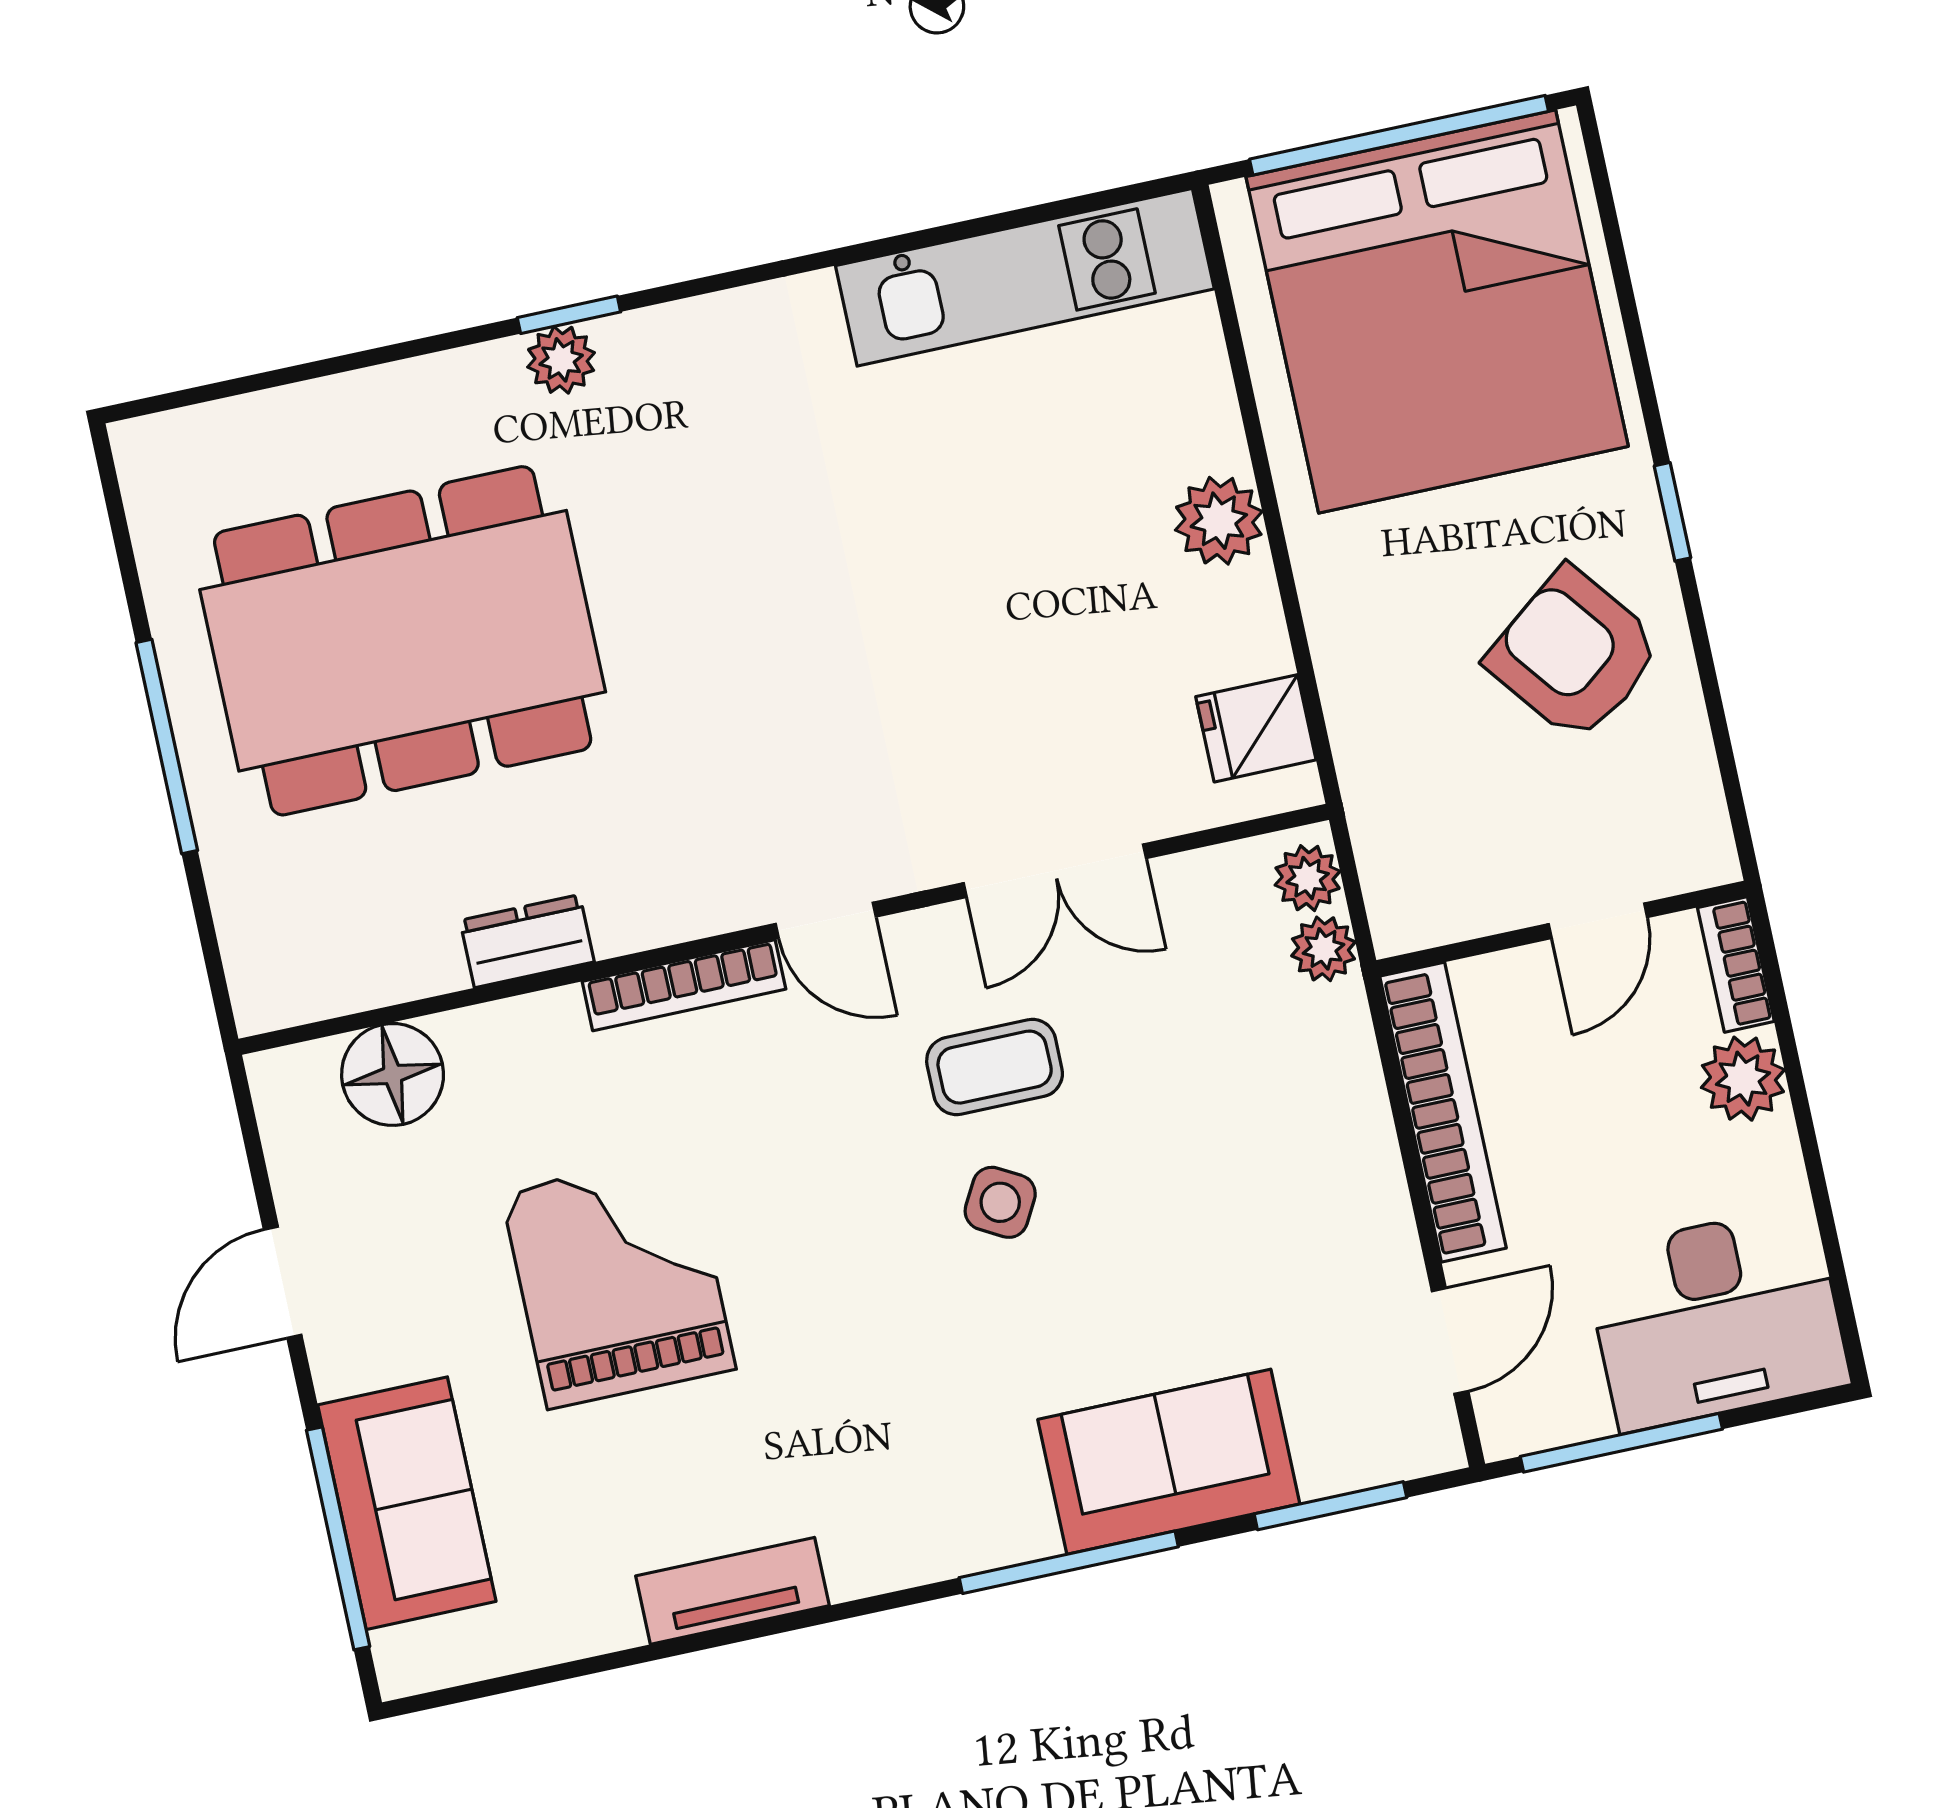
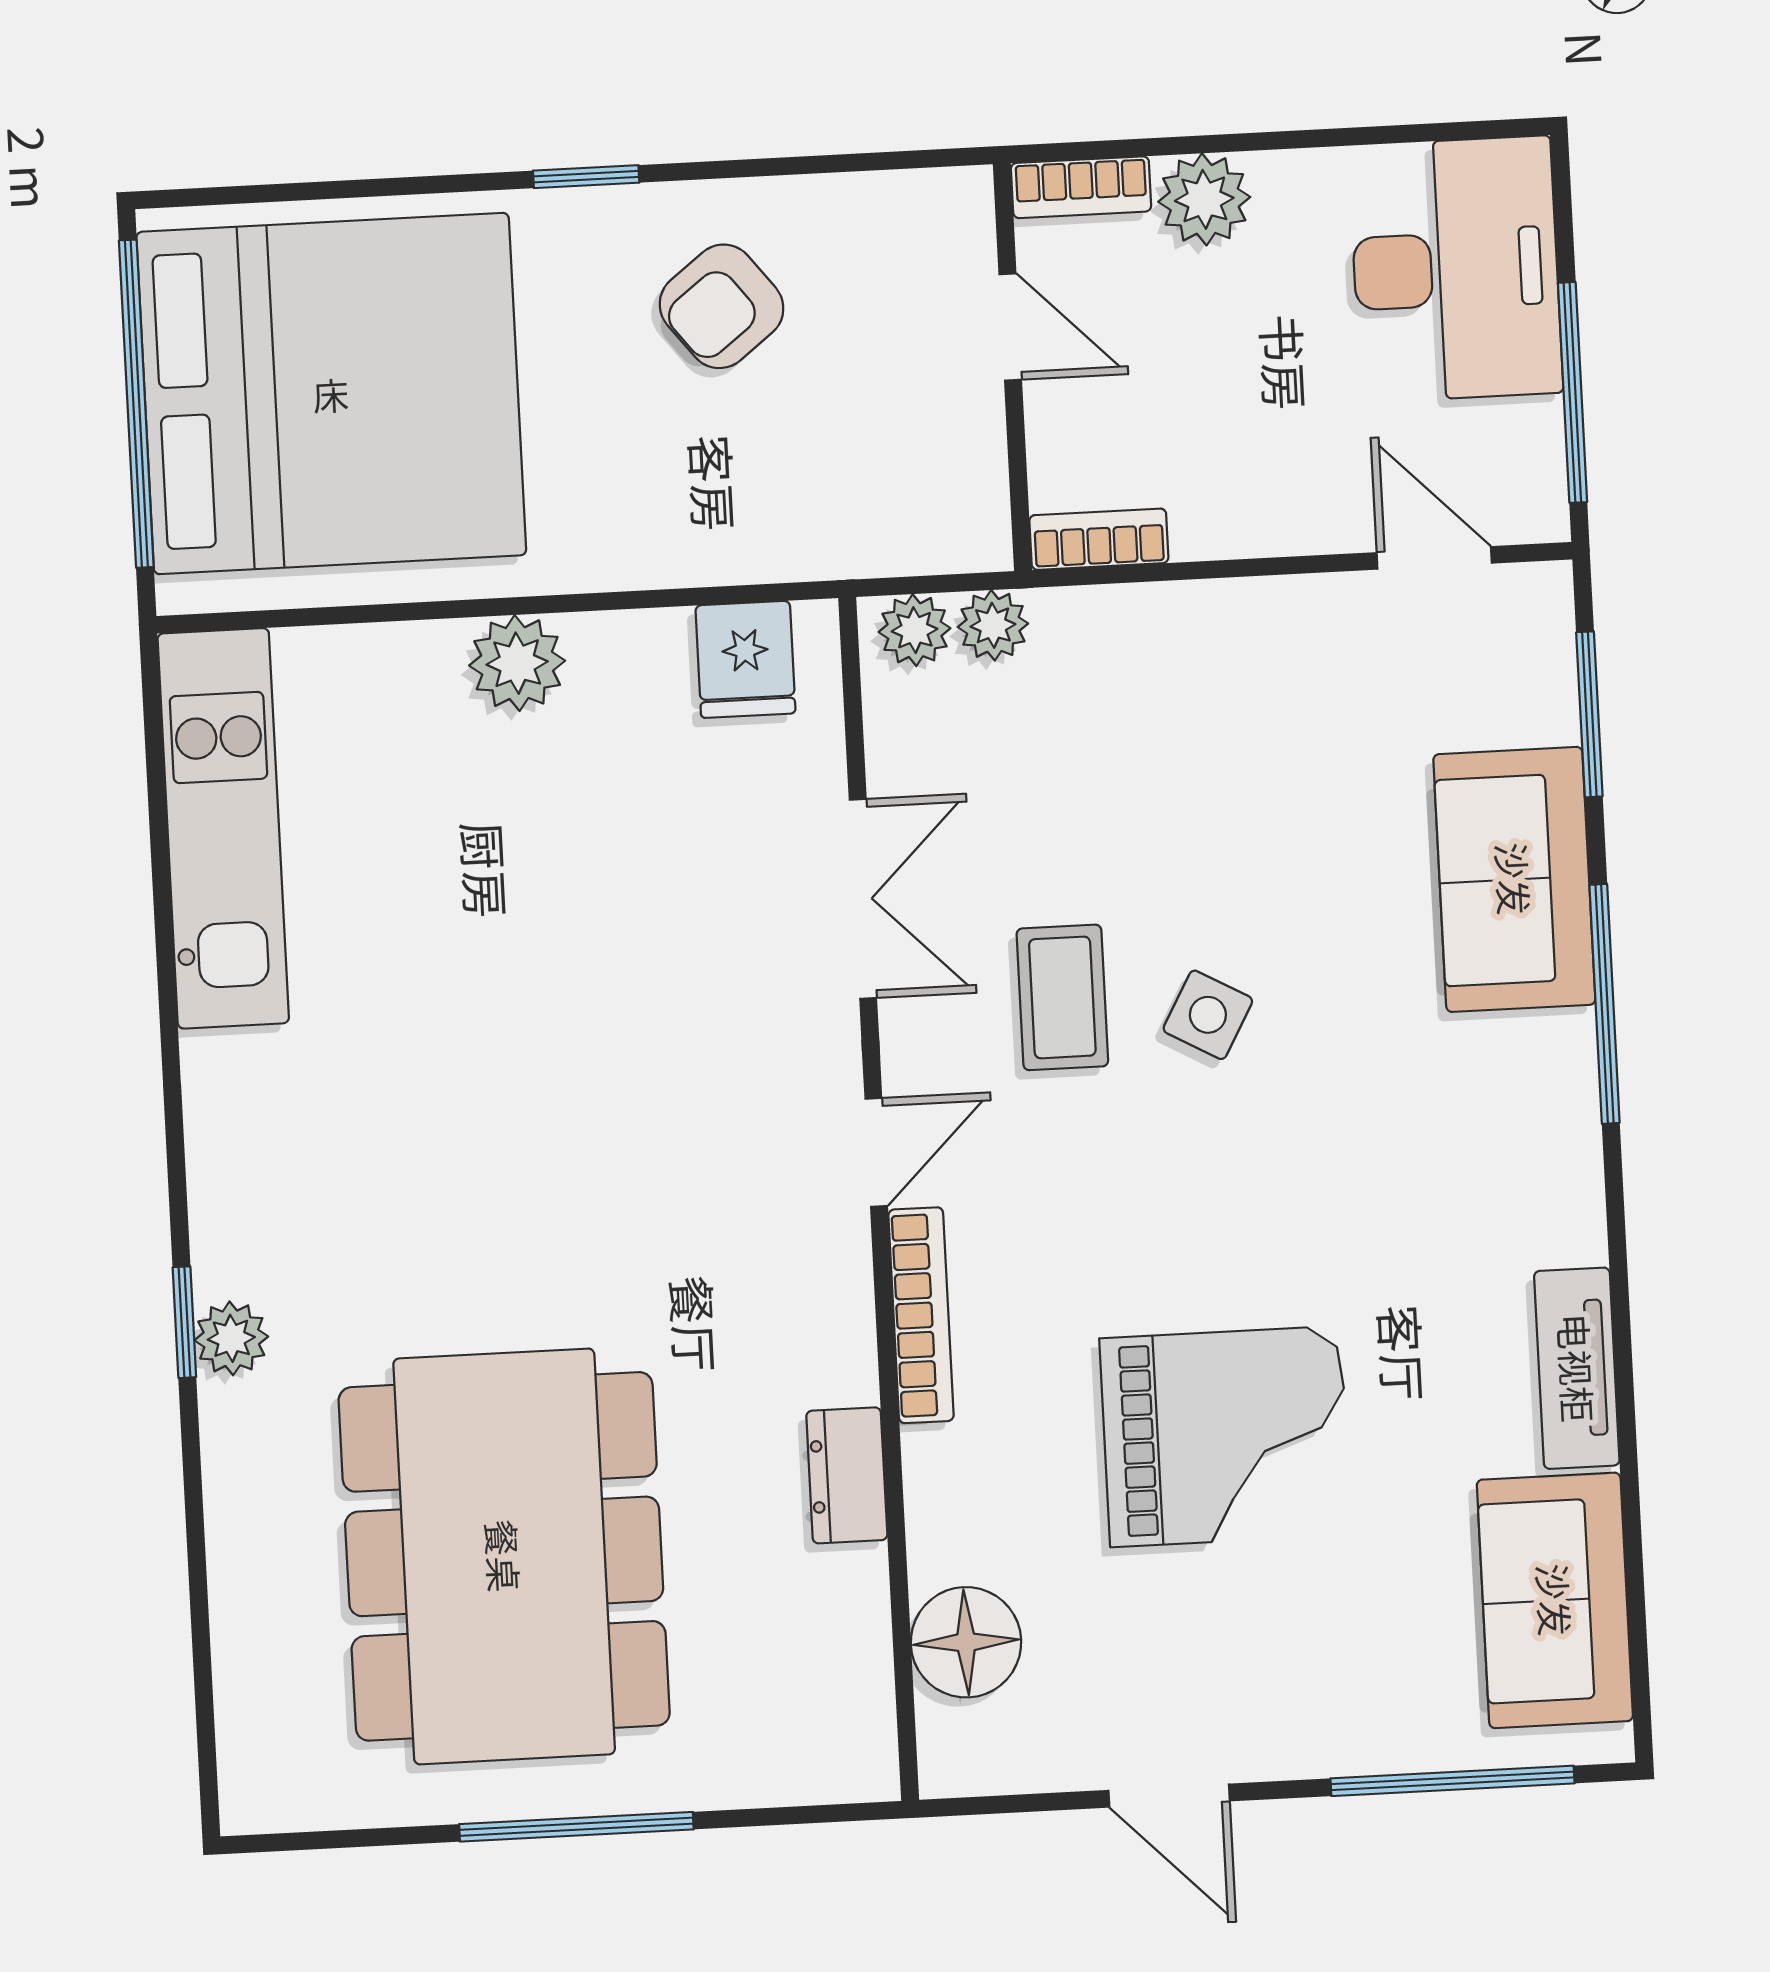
armchair: (1574, 654) -> (722, 306), width x0.72, depth x0.72
bookcase: (1443, 1112) -> (1099, 539), width x0.43, depth x0.76
grand piano: (618, 1281) -> (1225, 1437), turned 180
sofa: (407, 1503) -> (1555, 1600), moved, turned -90

